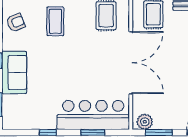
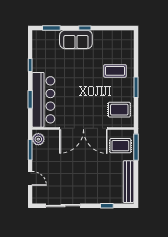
armchair: (16, 23) -> (114, 41), removed

